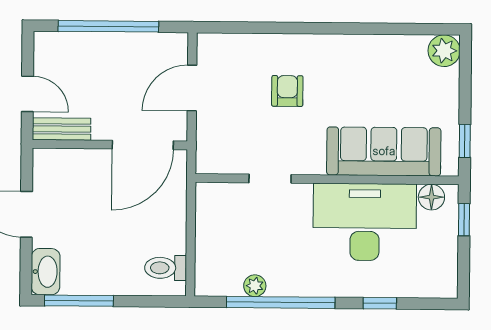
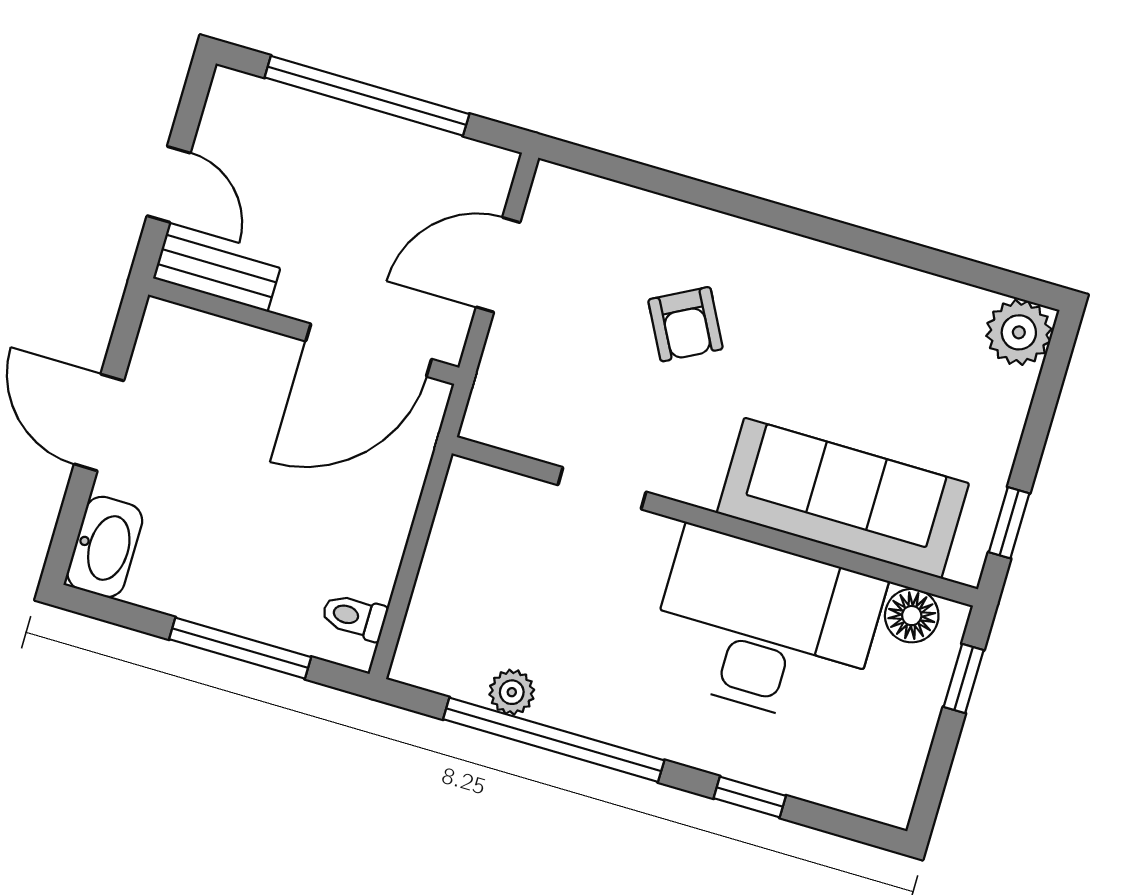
armchair: (287, 91) -> (686, 324), turned 152
toilet: (166, 268) -> (354, 617), width x0.73, depth x0.72
window: (79, 301) -> (240, 648), moved

